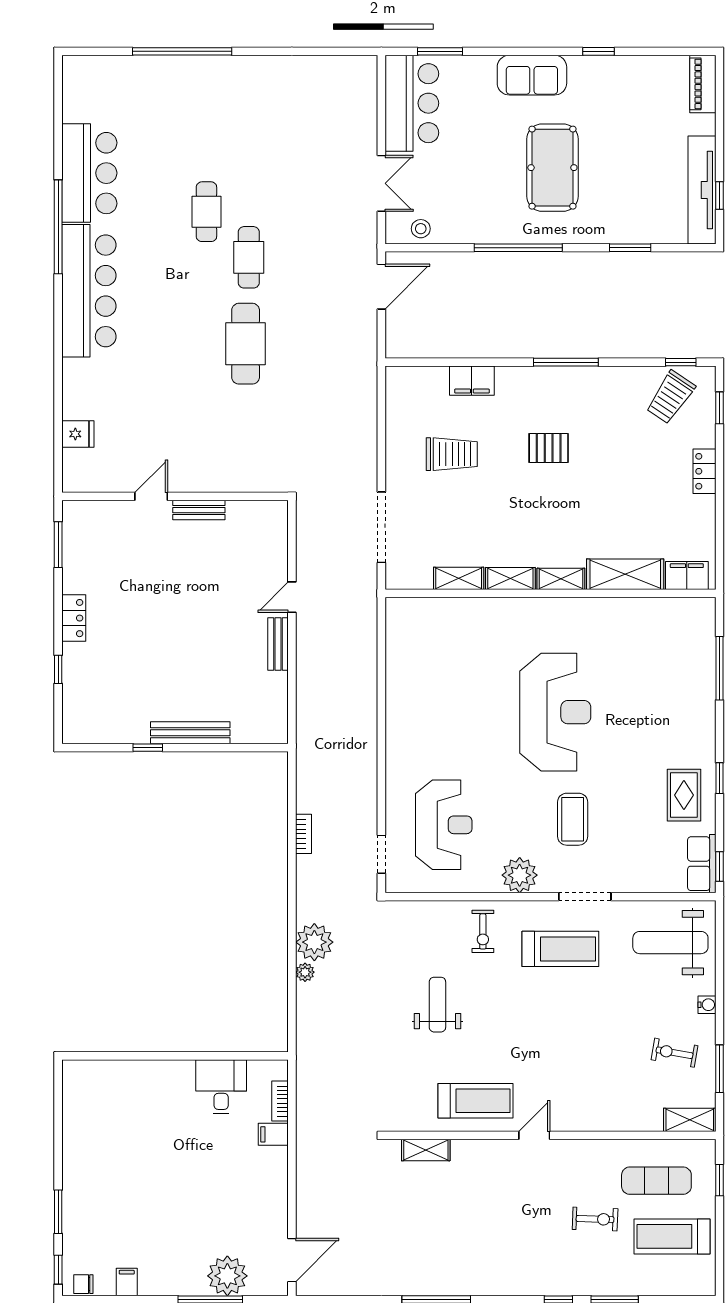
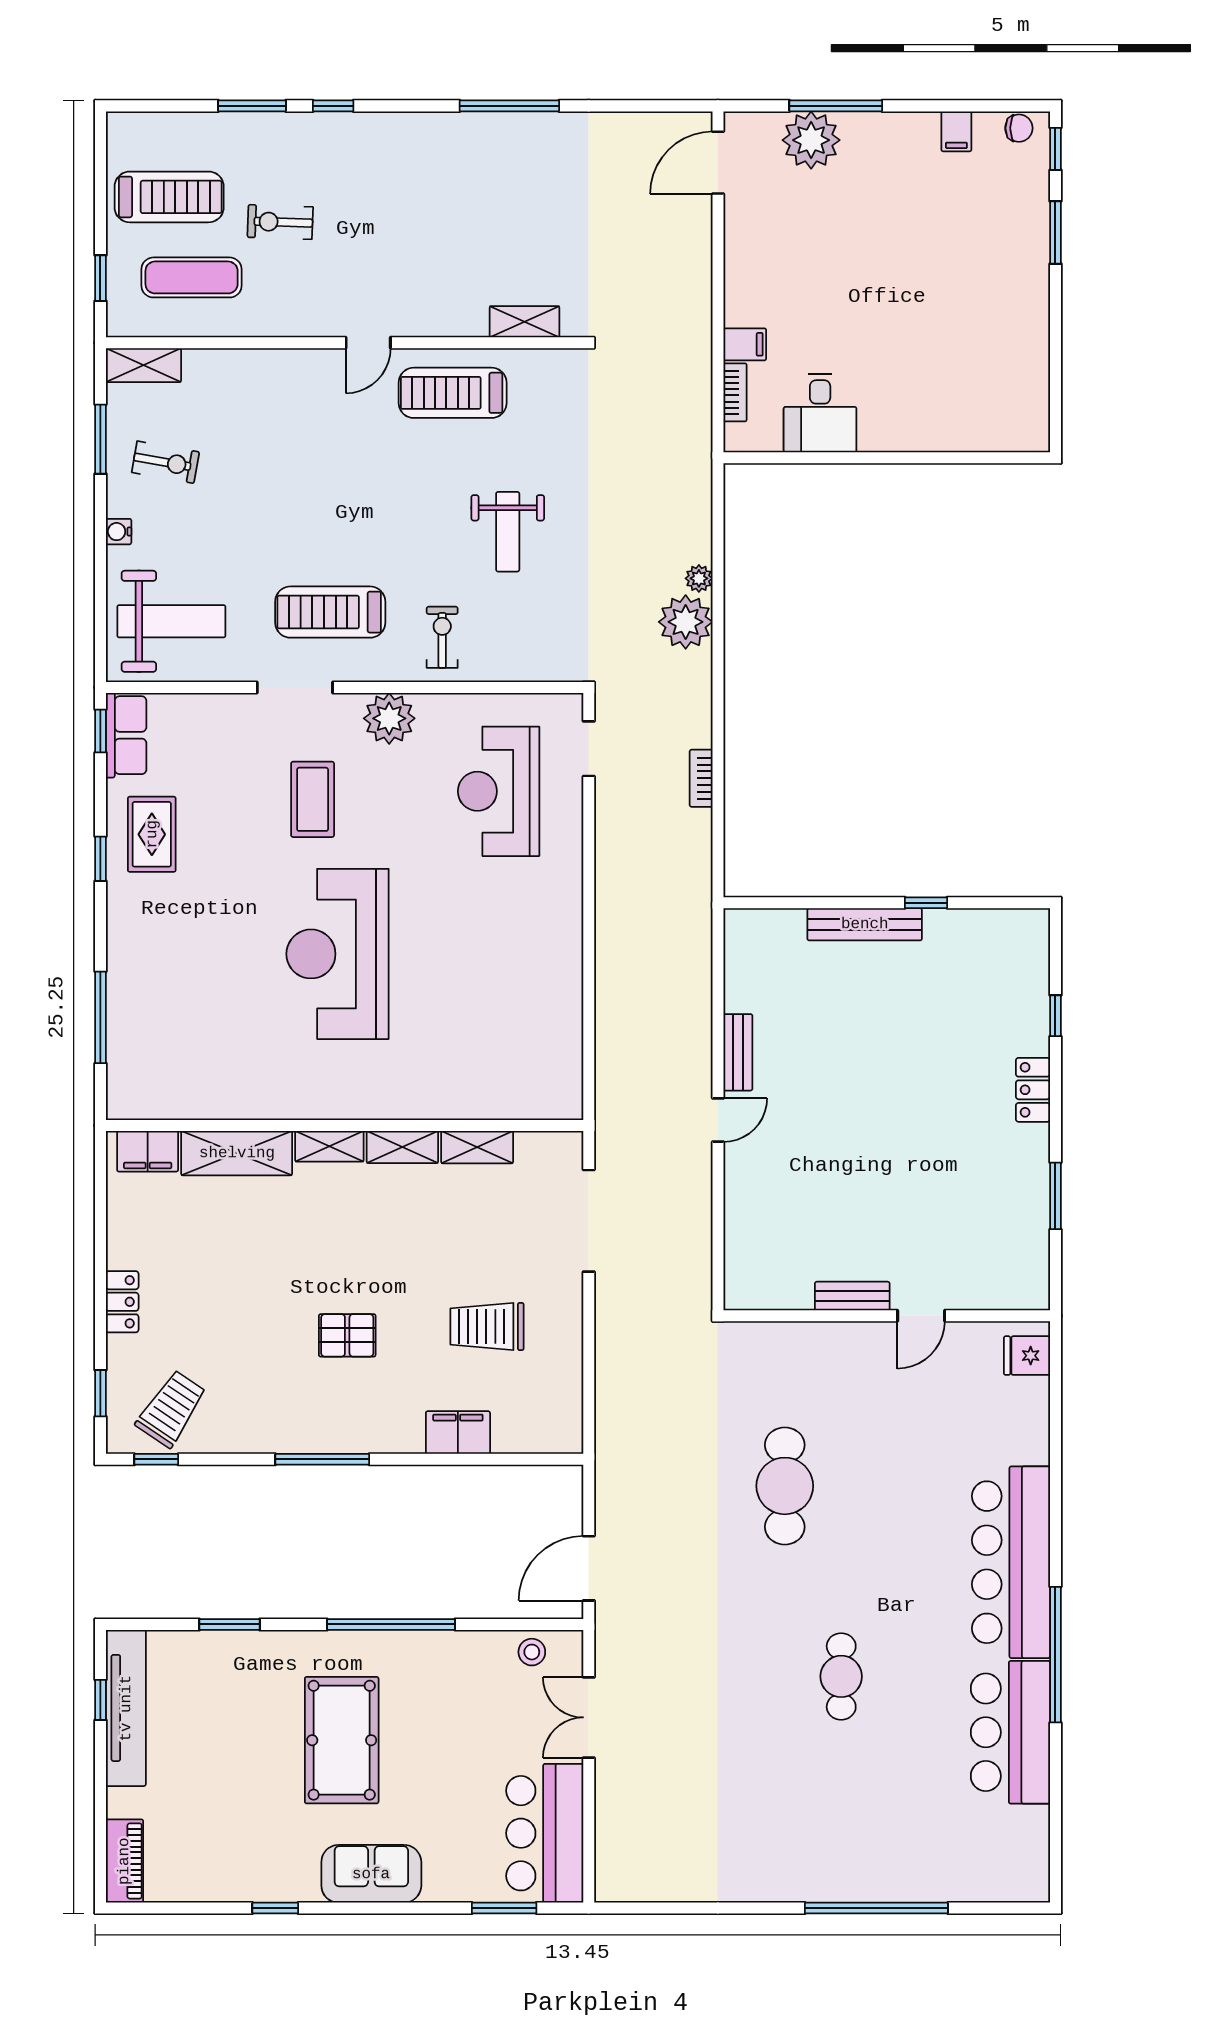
cafe table: (249, 257) -> (780, 1611), removed
door: (151, 496) -> (921, 1316), moved
wall: (175, 496) -> (887, 1316), moved
bench: (199, 510) -> (852, 1296), moved

